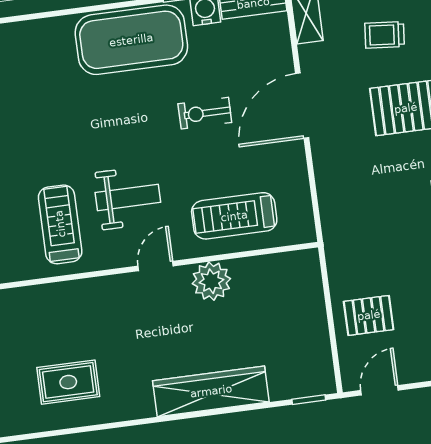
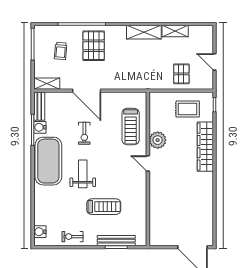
weight bench: (128, 197) -> (83, 174), moved
treadmill: (60, 224) -> (104, 207), moved, turned 180
rug: (68, 382) -> (188, 109), moved, turned 90
door: (380, 390) -> (215, 62), moved

